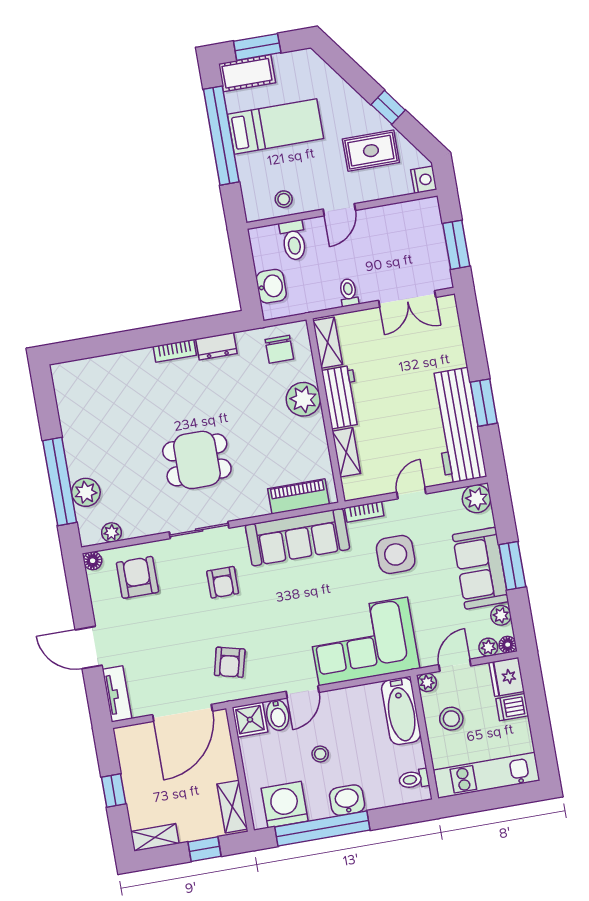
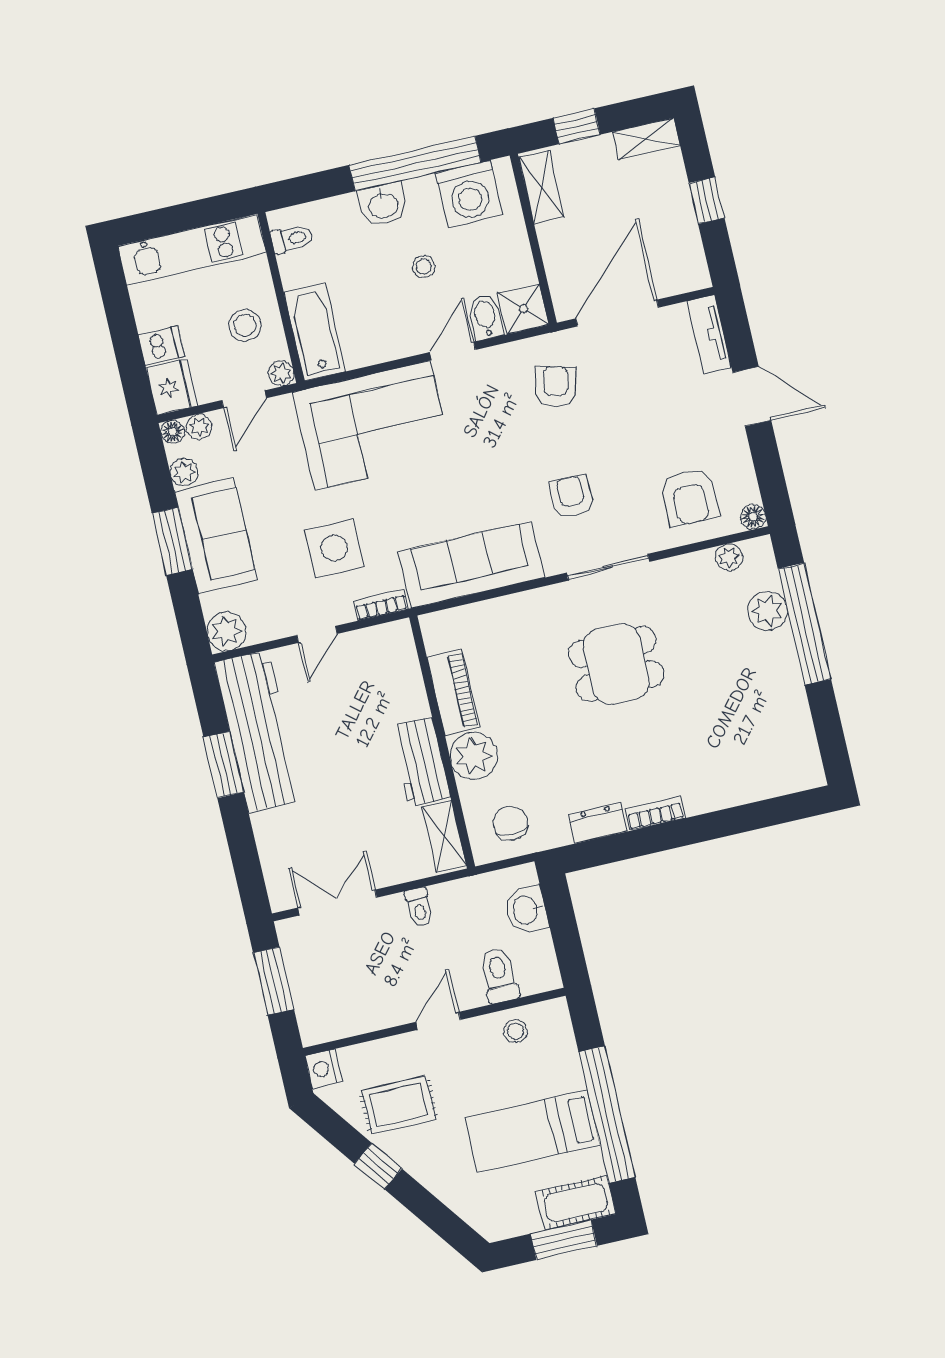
shelving: (346, 452) -> (410, 686), removed
piano: (298, 497) -> (453, 692), moved, turned -90

